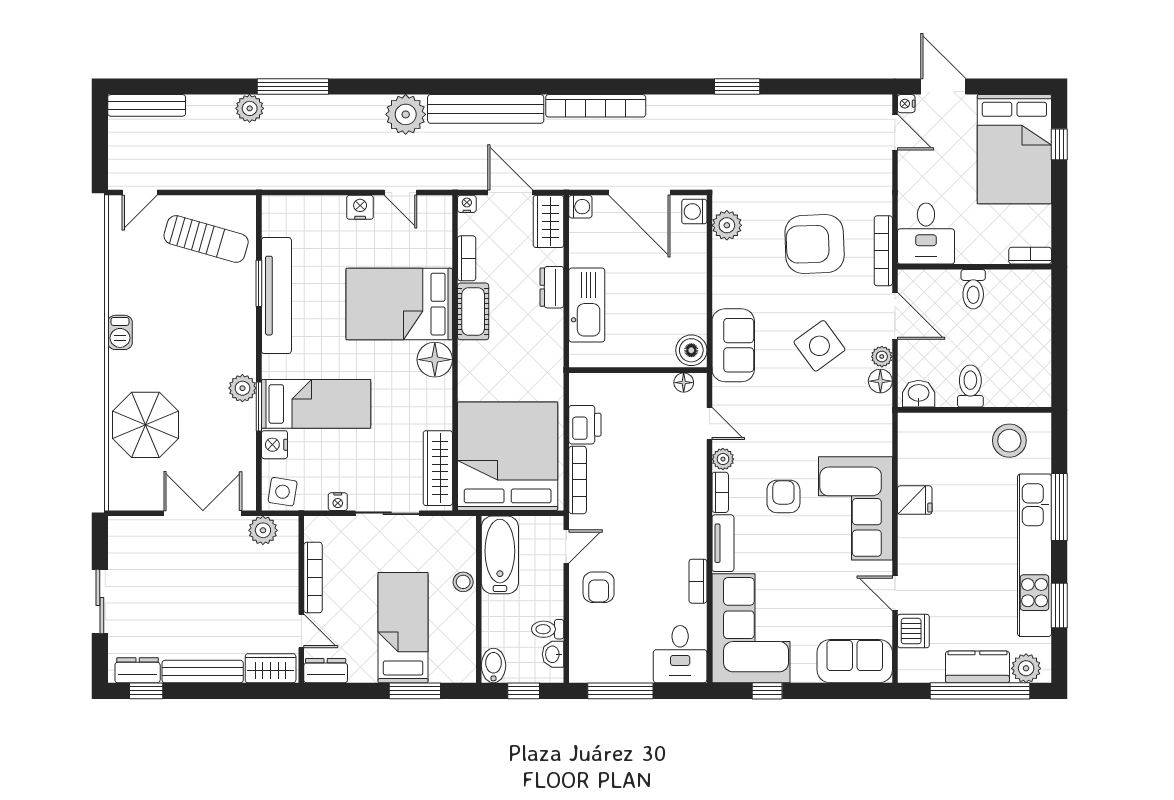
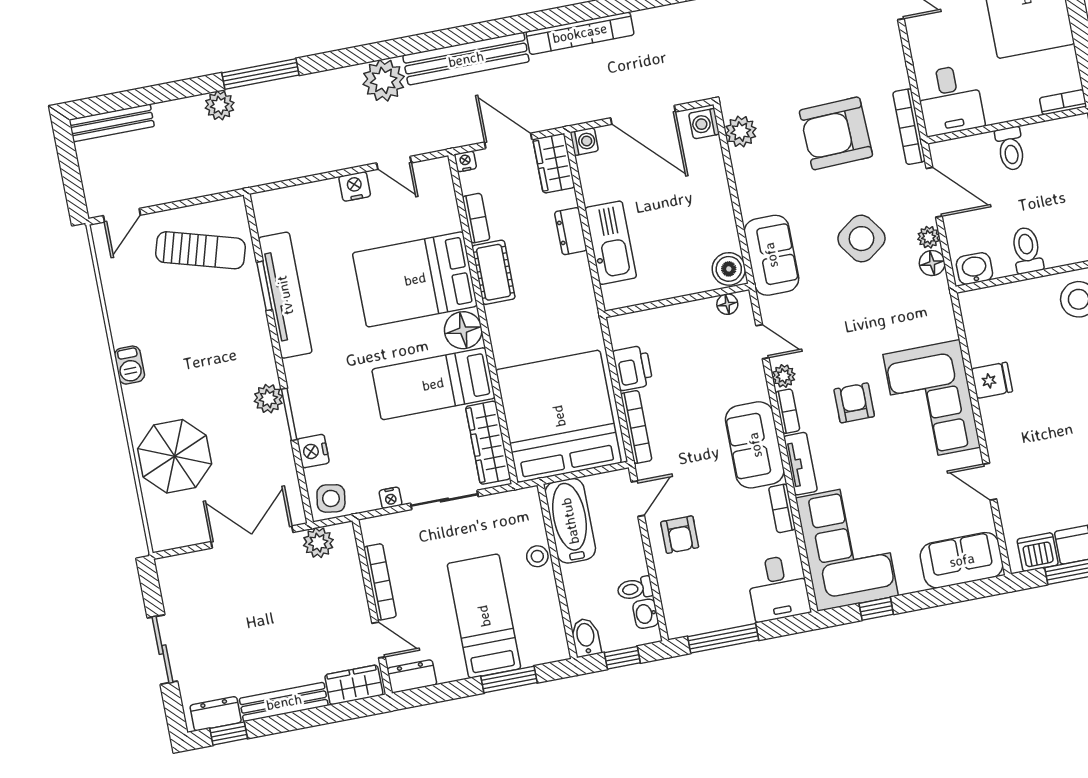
bed: (316, 404) -> (433, 384), moved, turned 180
sofa: (684, 518) -> (755, 445), added
dishwasher: (913, 631) -> (1038, 552), moved, turned -90

